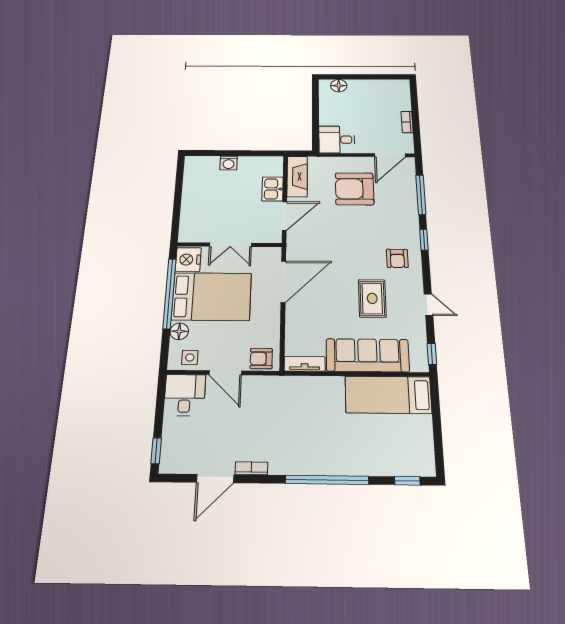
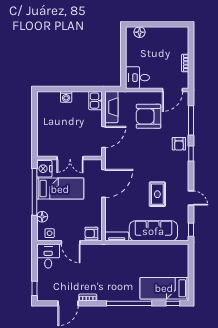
kitchen sink: (272, 189) -> (95, 101), moved
armchair: (397, 258) -> (179, 144), moved
bed: (212, 296) -> (60, 189), width x0.67
bed: (388, 395) -> (164, 288), moved

